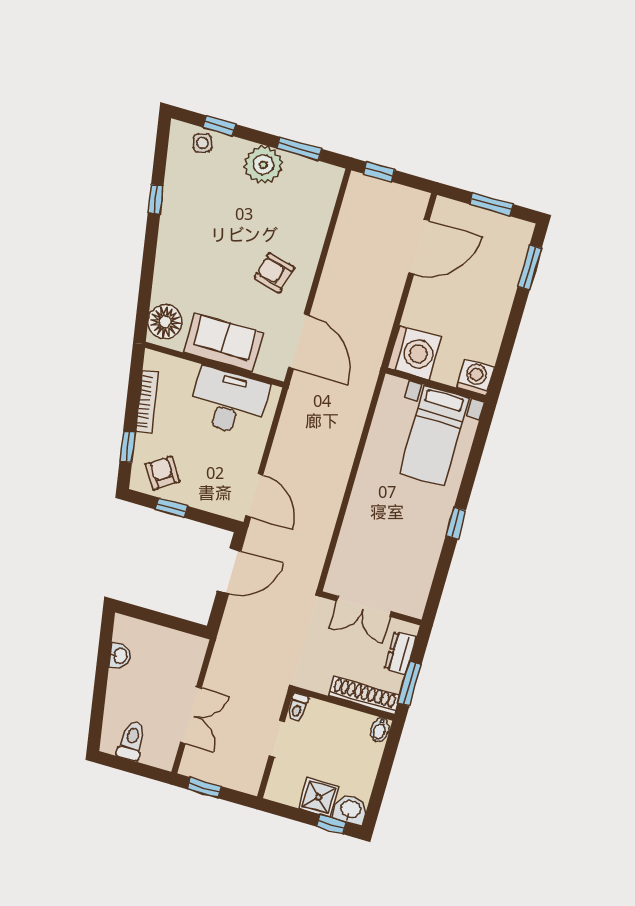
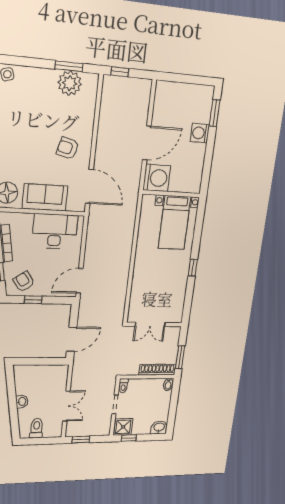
window: (219, 126) -> (16, 61), removed
plant: (263, 165) -> (70, 83), moved
window: (491, 204) -> (188, 79), removed
door: (419, 247) -> (147, 143), moved
washing machine: (476, 377) -> (200, 133), moved, turned -90
door: (254, 495) -> (80, 281), swing flipped
door: (229, 571) -> (72, 339), moved
dresser: (400, 653) -> (173, 343), removed
washbasin: (120, 656) -> (22, 401), moved
shower: (319, 797) -> (123, 427), moved
window: (331, 824) -> (129, 438), moved

